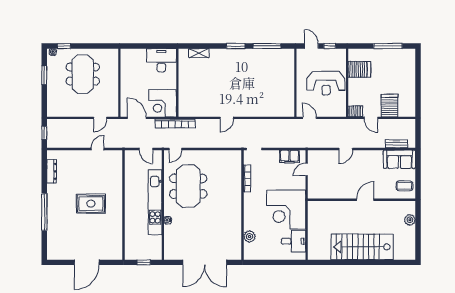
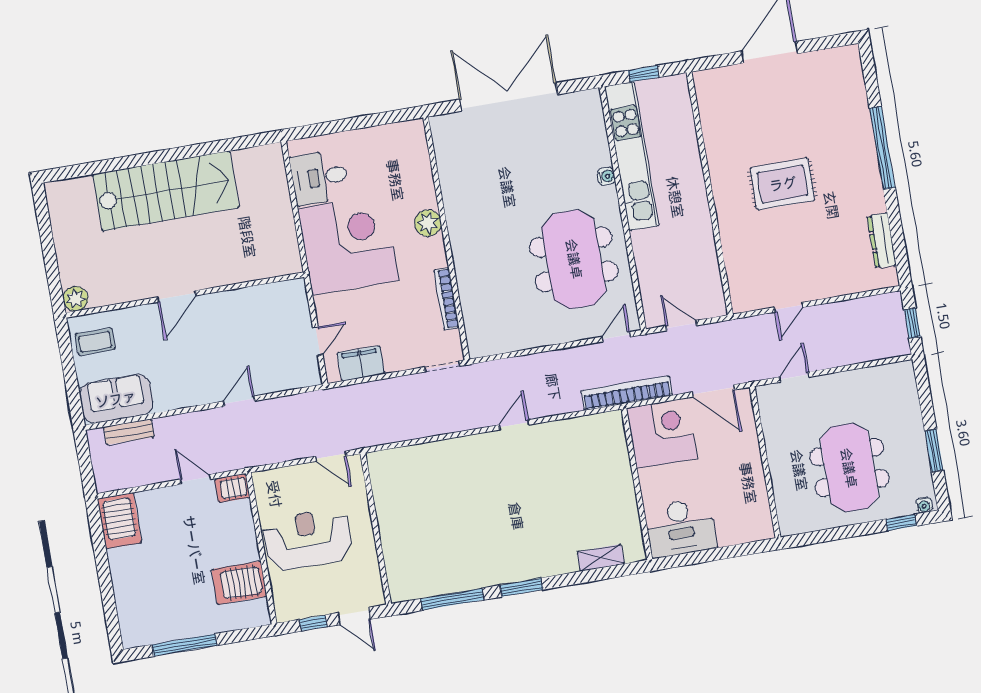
server rack: (389, 105) -> (119, 521), moved
kitchen unit: (155, 202) -> (631, 156), moved
plant: (410, 220) -> (76, 299), moved
plant: (249, 237) -> (428, 223), moved

